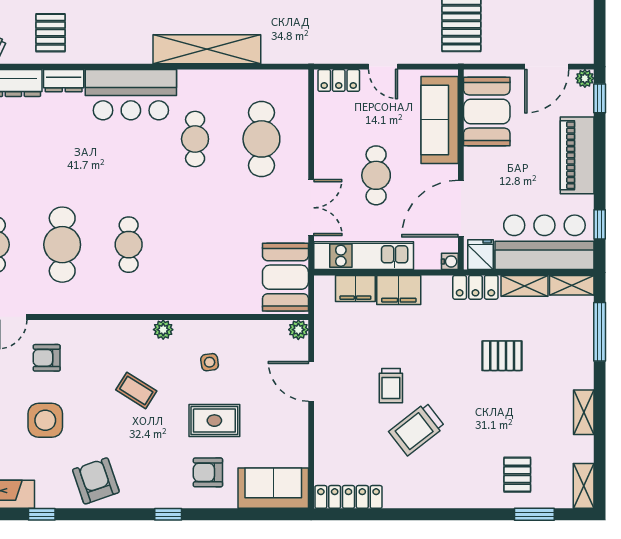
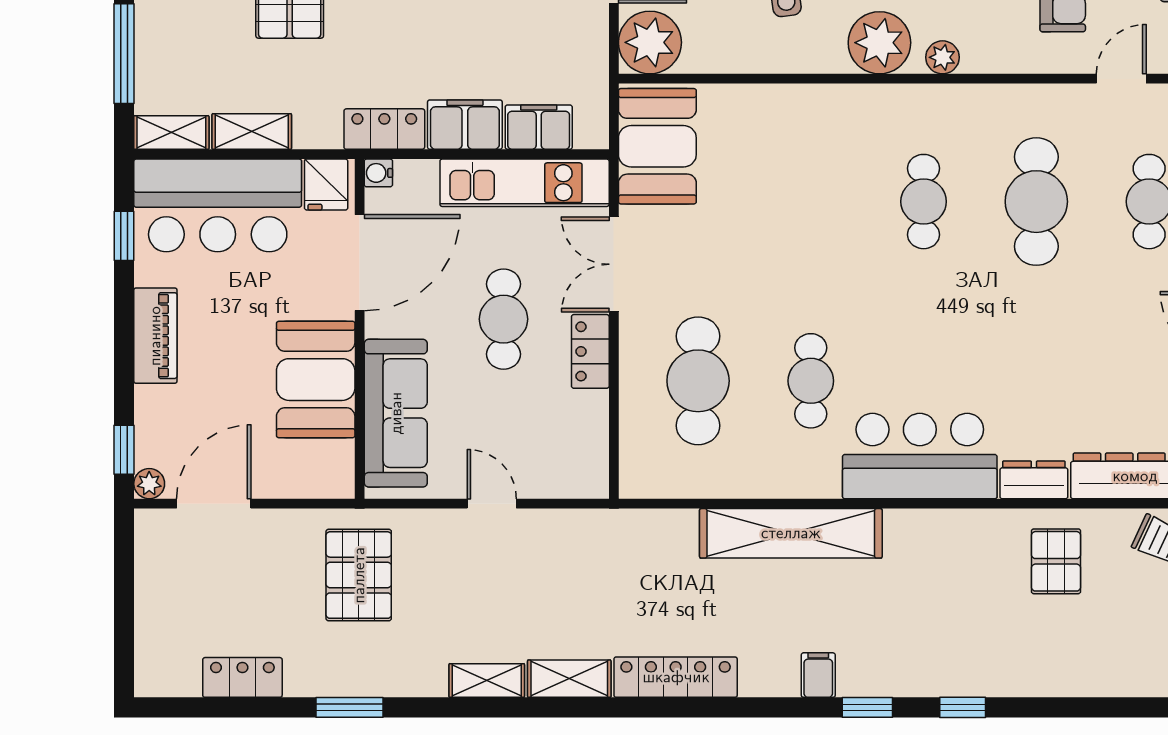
locker: (339, 80) -> (590, 351), moved, turned -90
booth: (487, 112) -> (316, 380), moved
piano: (577, 155) -> (155, 336), width x0.73, depth x0.75
locker: (475, 287) -> (384, 129), moved
plant: (117, 330) -> (943, 57), added
plant: (163, 330) -> (879, 43), width x1.87, depth x1.87
plant: (298, 330) -> (650, 42), width x1.88, depth x1.88

